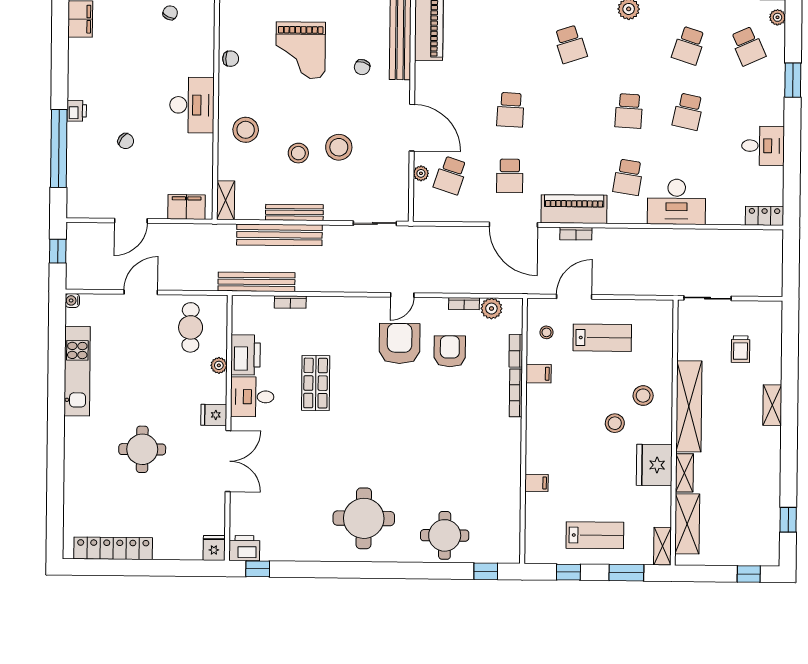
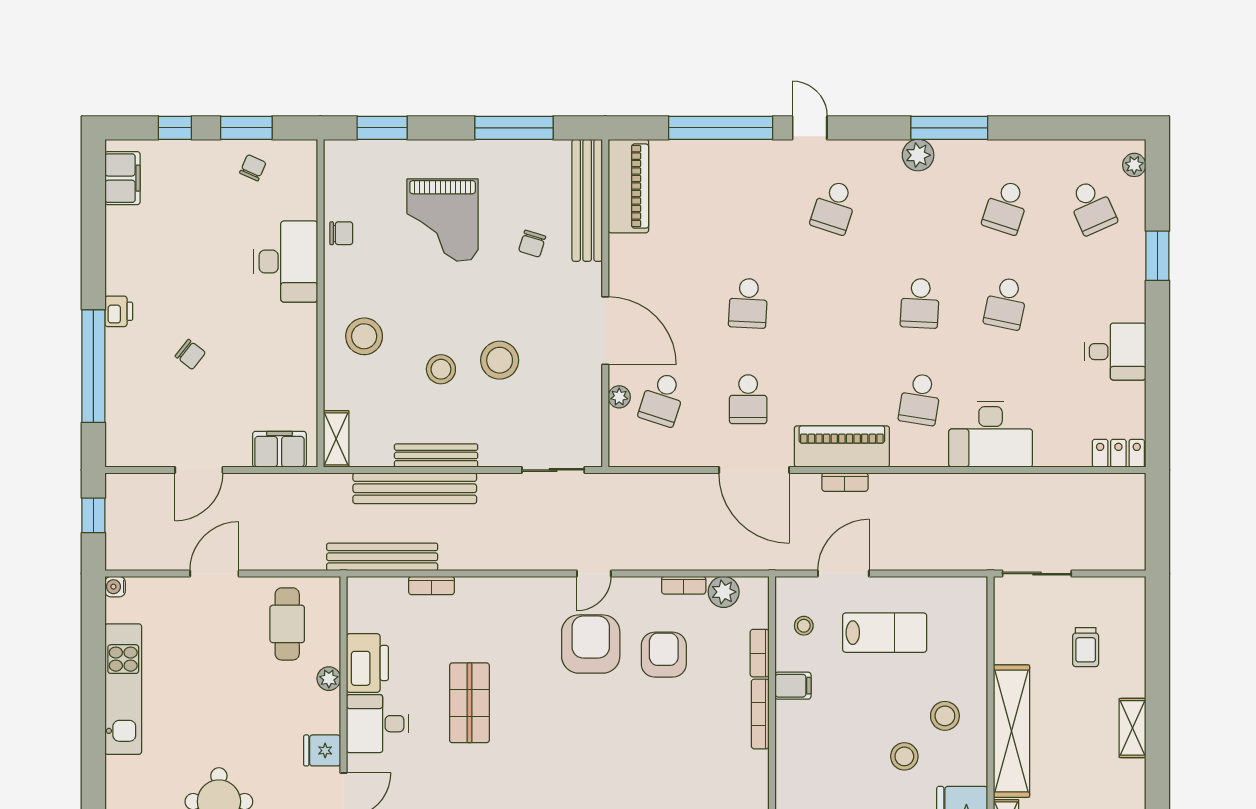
school desk: (570, 44) -> (834, 207), turned 36
desk: (192, 105) -> (286, 262), moved

